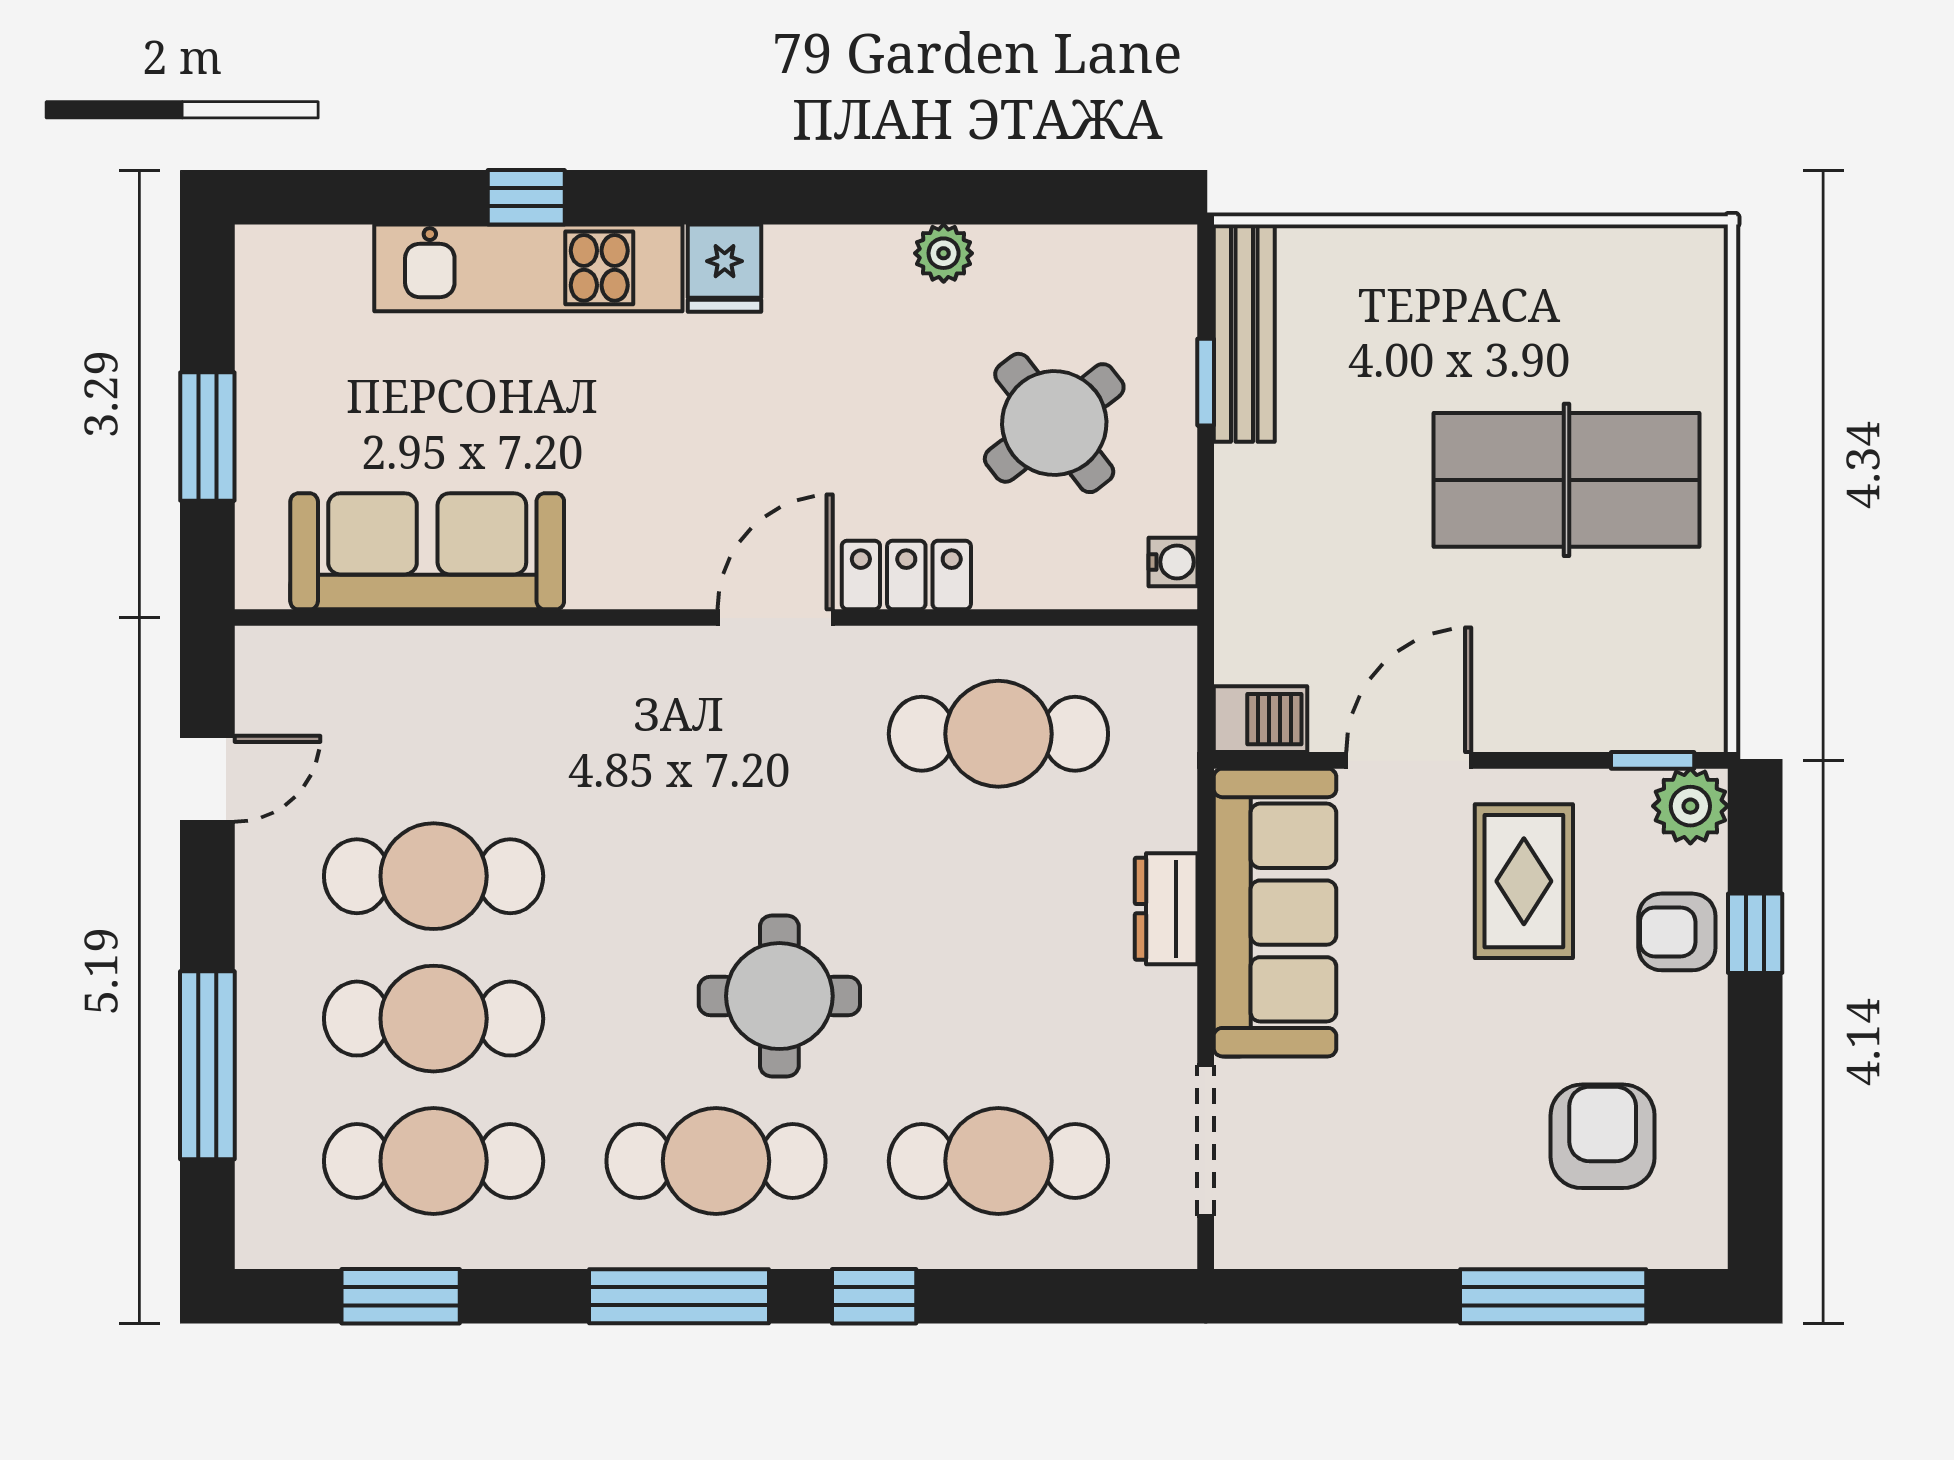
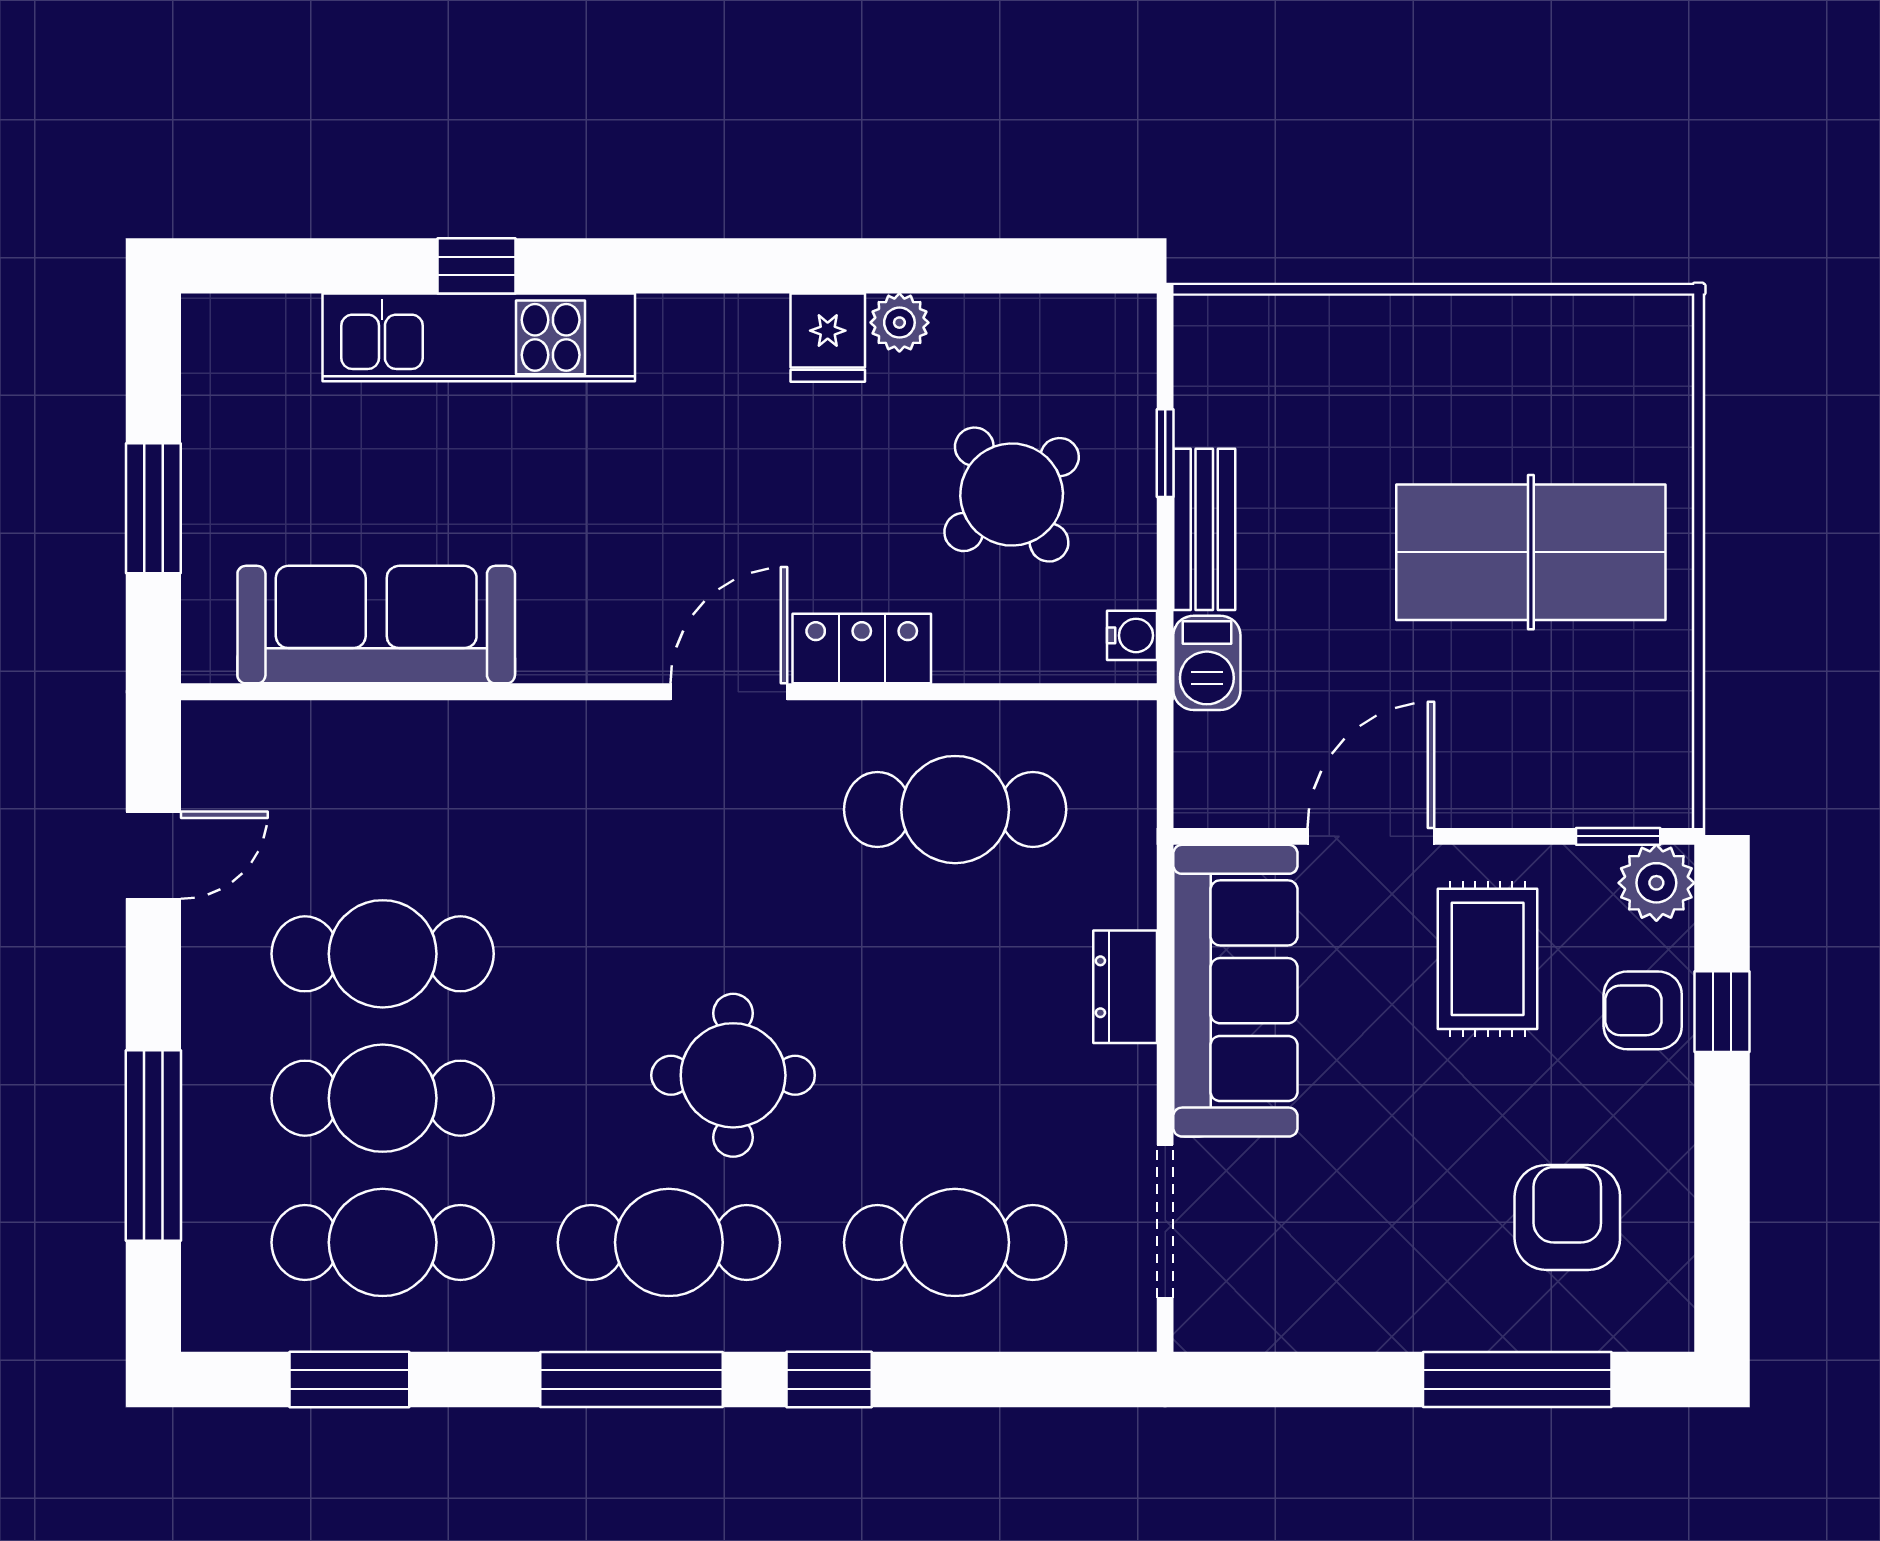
fridge: (725, 268) -> (828, 338), moved
bench: (1244, 333) -> (1204, 529), moved, width x0.73
barbecue: (1260, 719) -> (1207, 663), moved, turned 90

